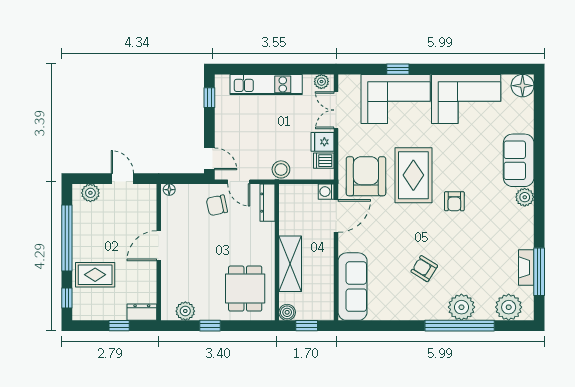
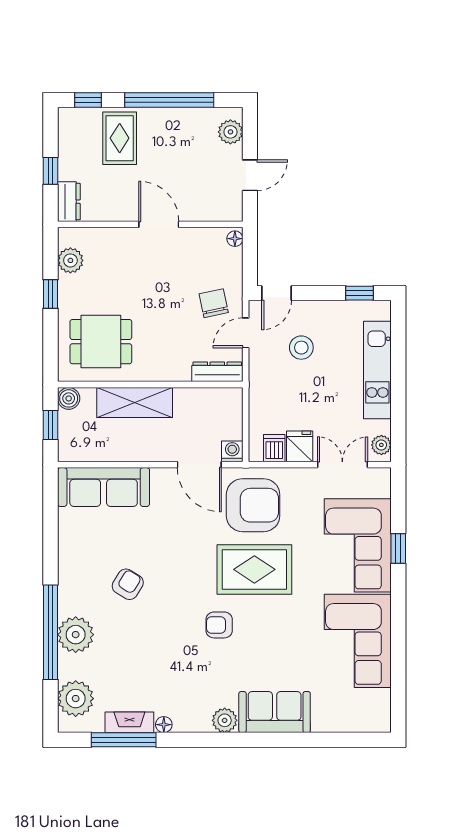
floor lamp: (523, 86) -> (164, 725), moved, width x0.53, depth x0.53
stool: (281, 169) -> (301, 348), moved

